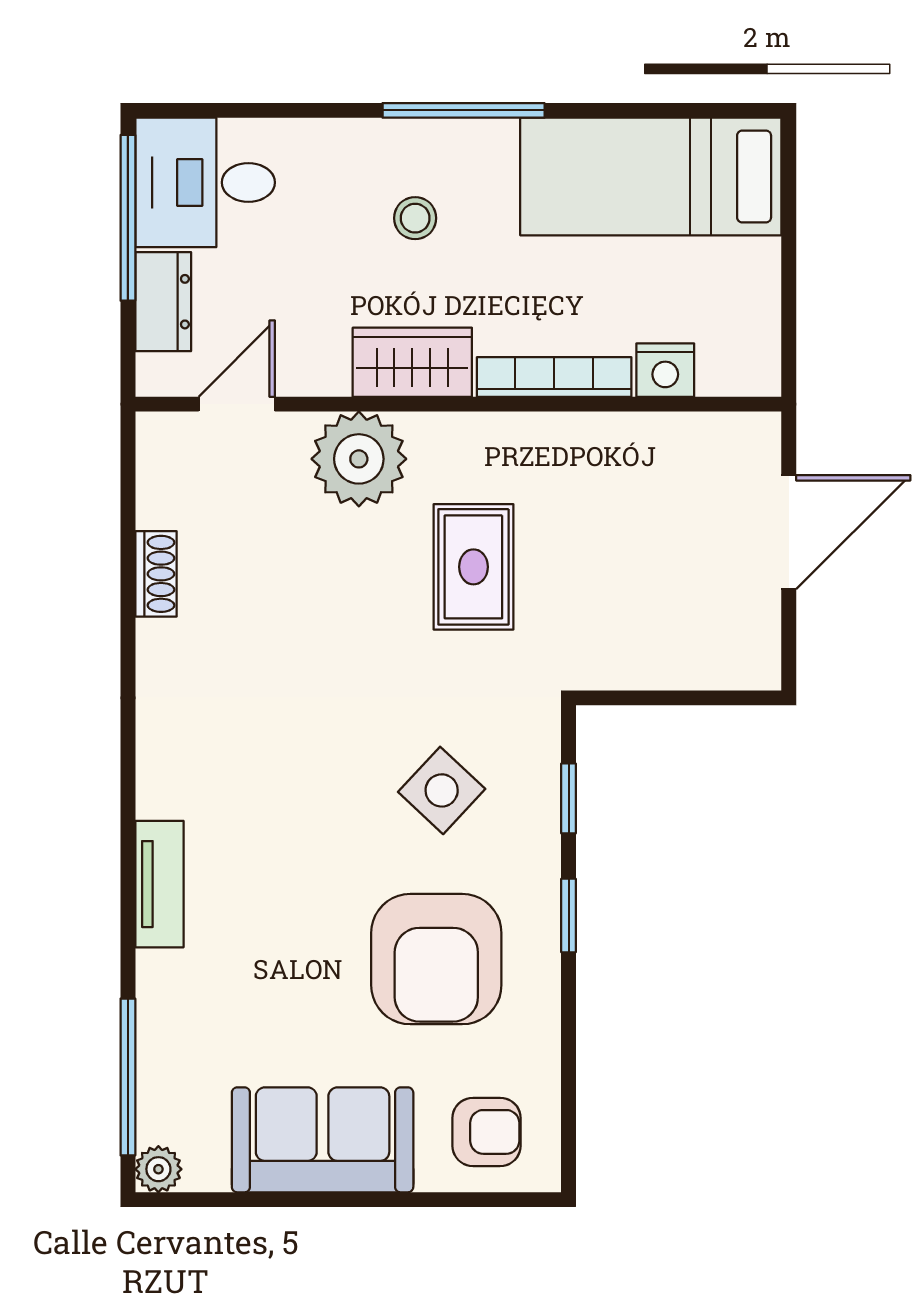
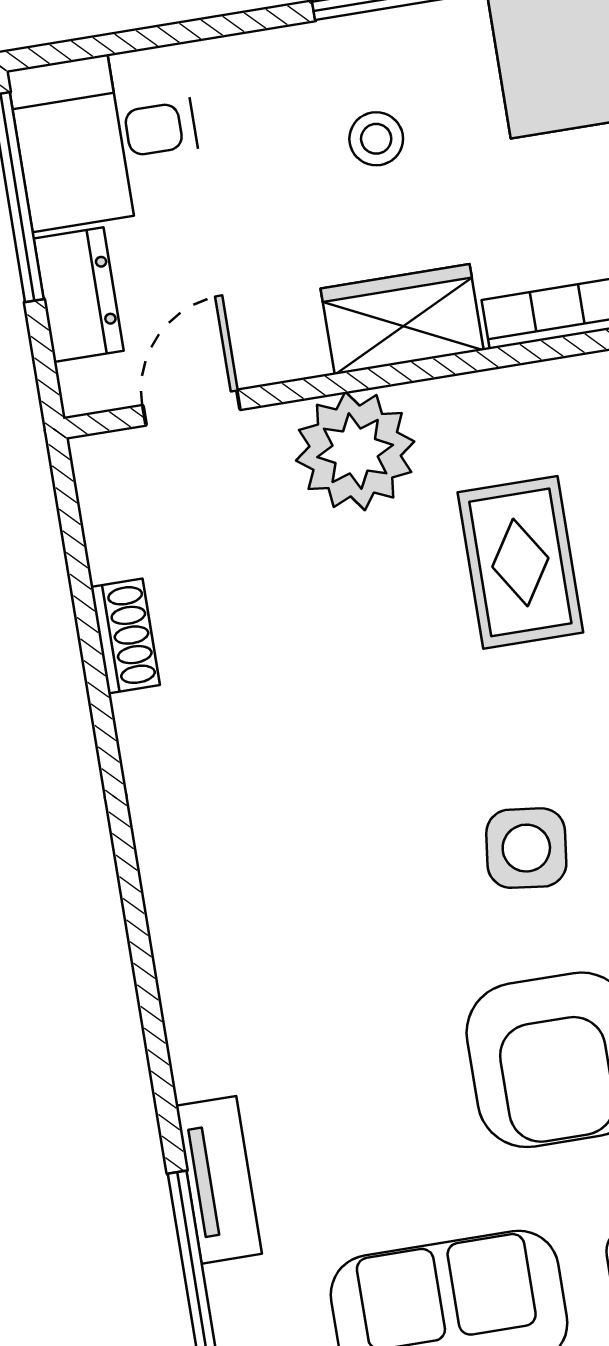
side table: (442, 790) -> (526, 848), turned -36
tv unit: (159, 884) -> (219, 1180), moved

